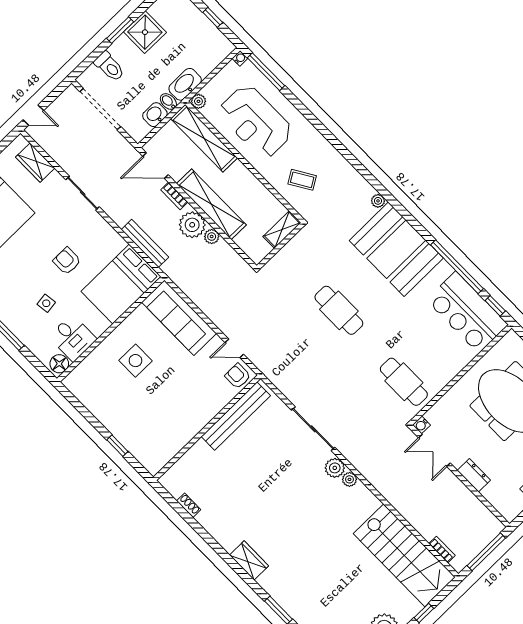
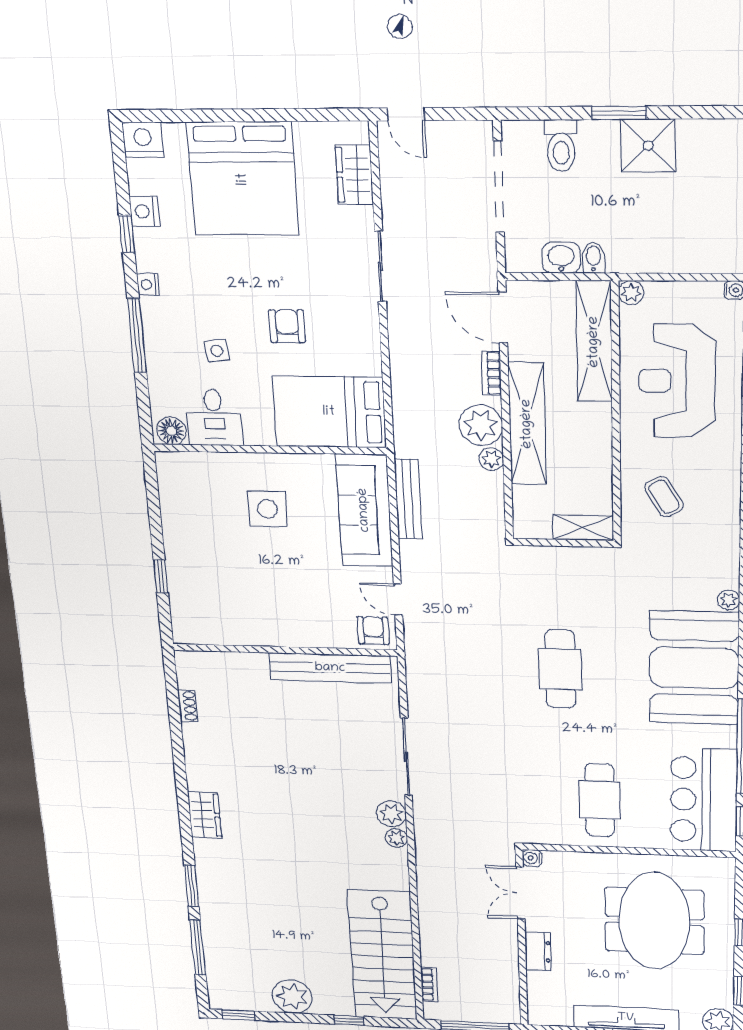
washbasin: (185, 84) -> (635, 257), removed
bench: (145, 243) -> (408, 499), moved
cafe table: (404, 382) -> (600, 800), moved

